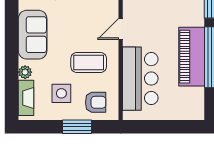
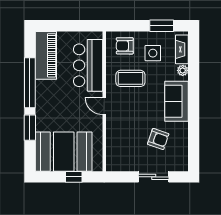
door: (121, 29) -> (104, 106), swing flipped
piano: (192, 57) -> (46, 55), moved
window: (77, 127) -> (162, 26), moved

